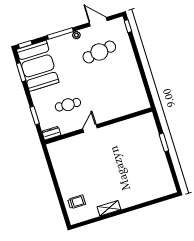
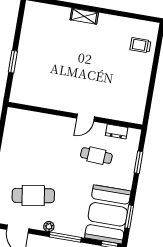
dresser: (51, 133) -> (117, 131), moved
shelving: (109, 208) -> (84, 16), moved

